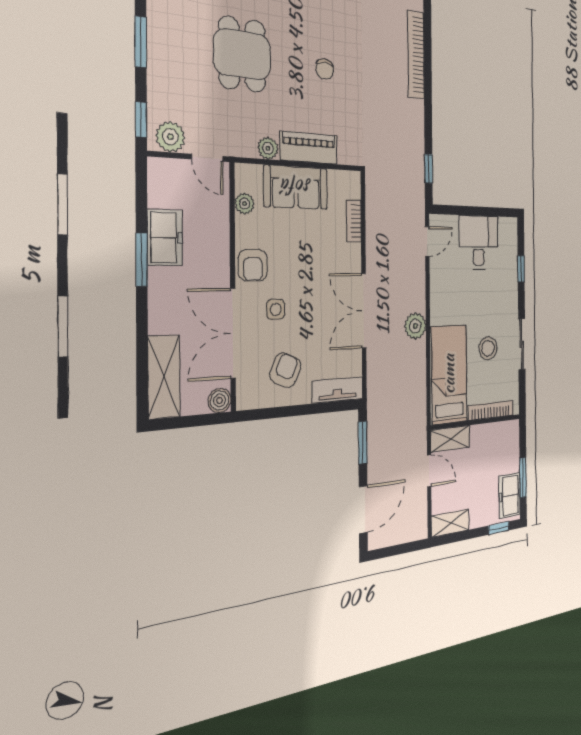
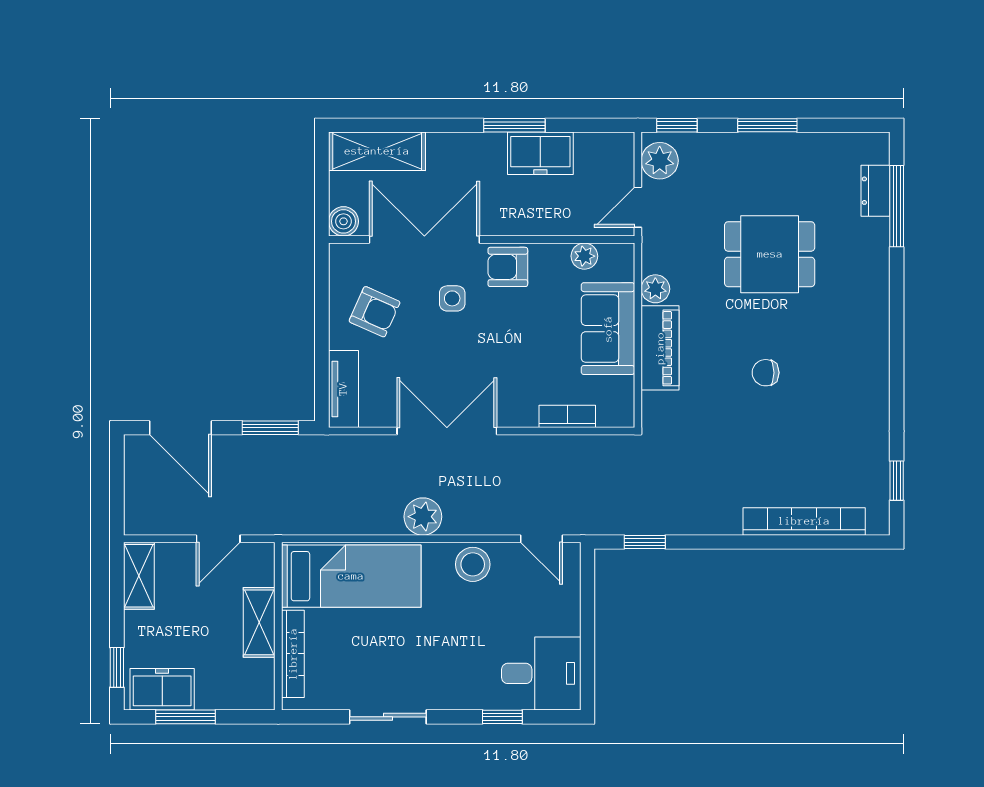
desk: (479, 243) -> (541, 673), moved
stool: (488, 348) -> (473, 564), moved
shelving: (450, 439) -> (259, 622), moved

